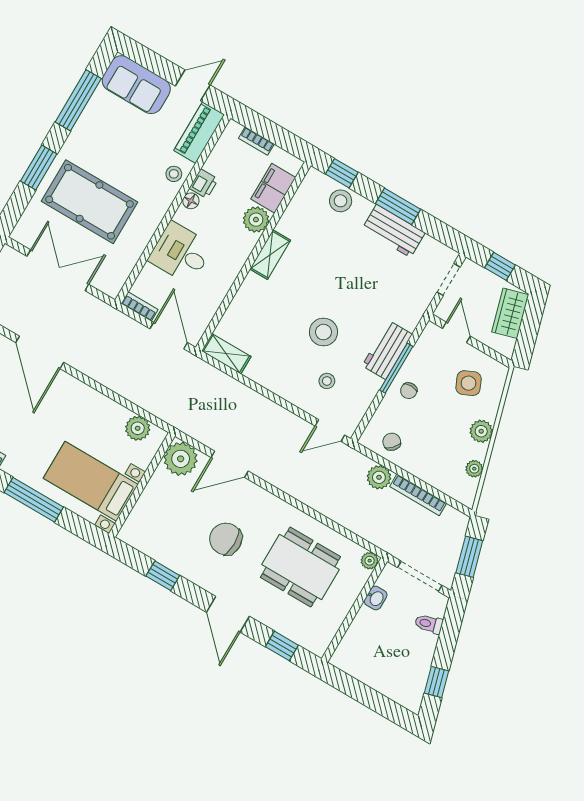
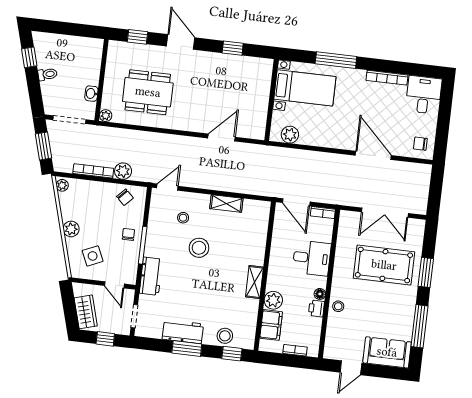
piano: (199, 133) -> (334, 340), removed
workbench: (387, 350) -> (151, 276), moved
shelving: (226, 354) -> (226, 203), moved
plant: (181, 459) -> (254, 127), removed
plant: (474, 469) -> (62, 185), moved
chair: (226, 539) -> (203, 89), removed
toilet: (429, 624) -> (48, 74), moved

